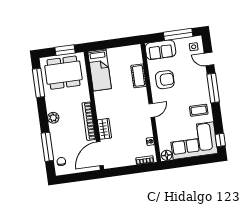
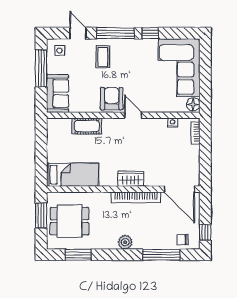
door: (209, 59) -> (78, 33), swing flipped
dining table: (63, 73) -> (70, 221), width x0.73
armchair: (165, 80) -> (112, 99), moved
window: (39, 83) -> (78, 255), width x0.69
coffee table: (199, 110) -> (103, 57), moved
wardrobe: (104, 129) -> (131, 179), moved
window: (220, 140) -> (150, 33), moved
window: (69, 178) -> (205, 232), added

